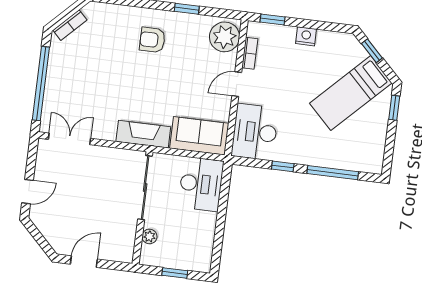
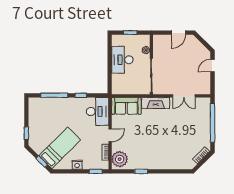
armchair: (152, 40) -> (157, 153), removed
bed: (351, 93) -> (60, 148), moved
double door: (69, 139) -> (184, 96), moved
desk: (201, 184) -> (122, 60), moved

